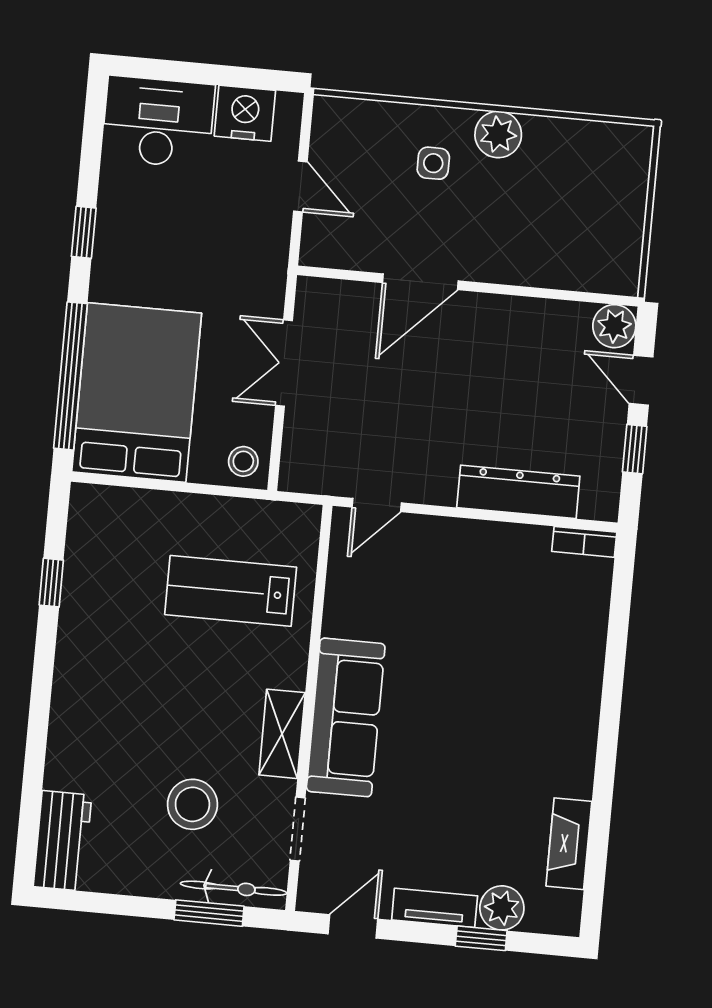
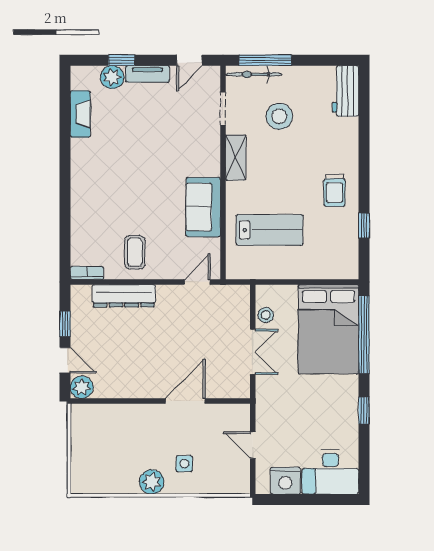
stool: (243, 461) -> (266, 315), moved
coffee table: (490, 572) -> (135, 252), added
trolley: (101, 655) -> (334, 190), added
sofa: (346, 717) -> (203, 207), moved, width x0.73
window: (209, 913) -> (265, 60), width x1.44

